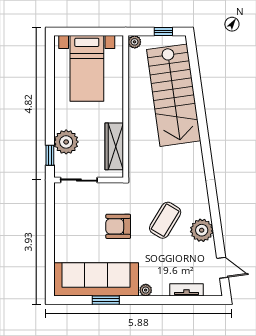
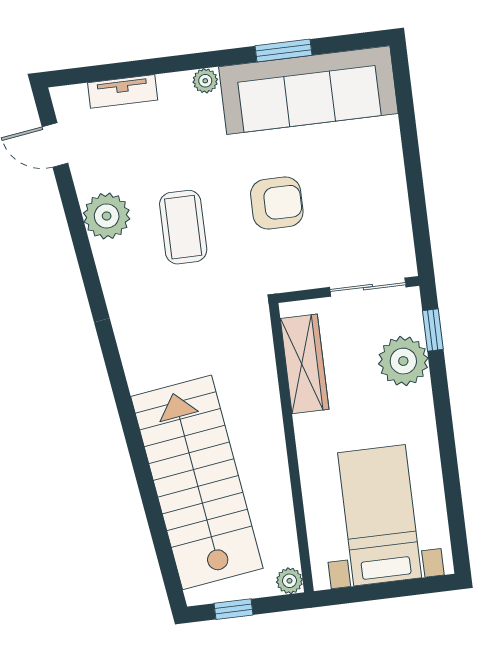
coffee table: (165, 220) -> (183, 227), turned -31

